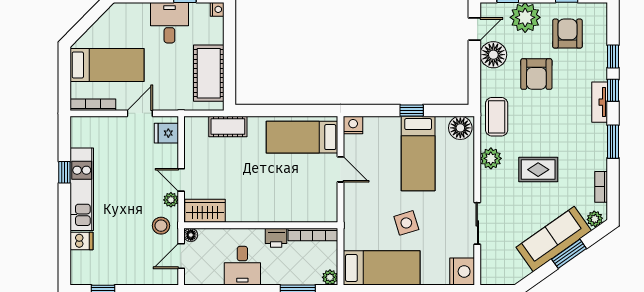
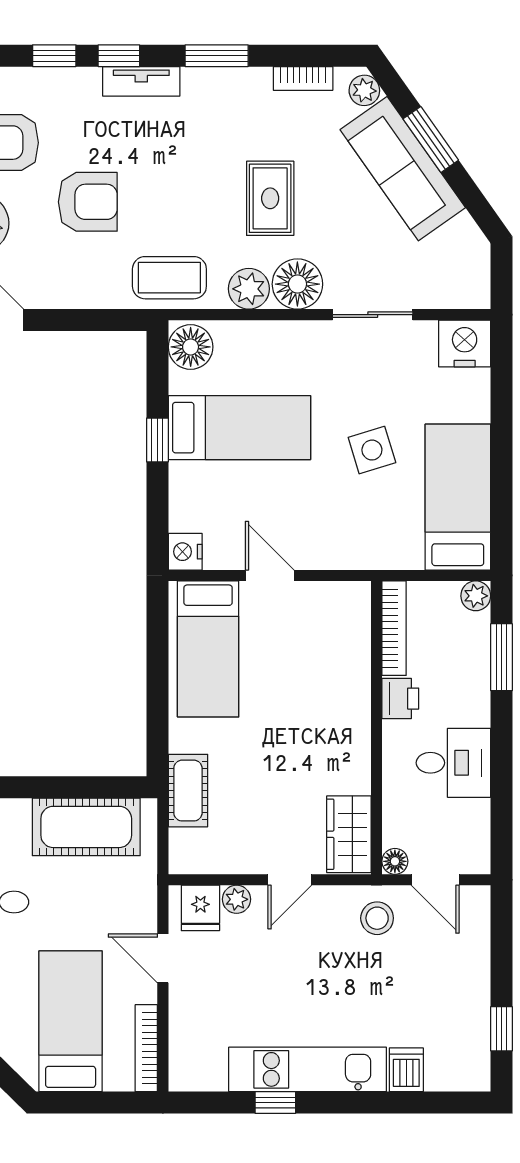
floor lamp: (493, 55) -> (297, 284), moved
door: (341, 169) -> (270, 575), hinge flipped
plant: (171, 200) -> (237, 899), moved

